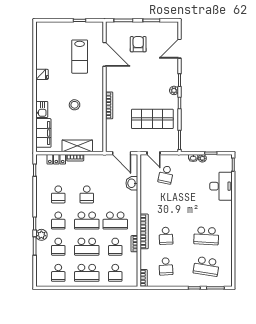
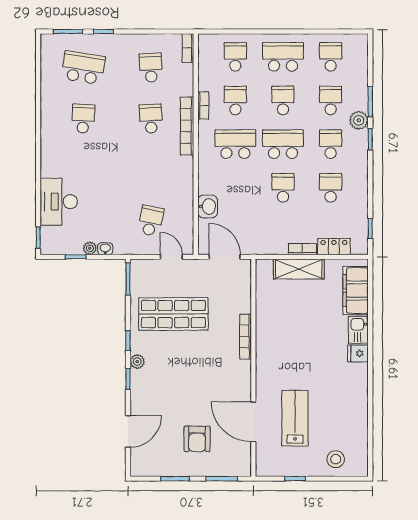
fridge: (42, 74) -> (358, 353), moved
stool: (75, 105) -> (336, 459), moved
school desk: (206, 236) -> (83, 119), width x0.54
school desk: (87, 247) -> (283, 100), width x0.54

